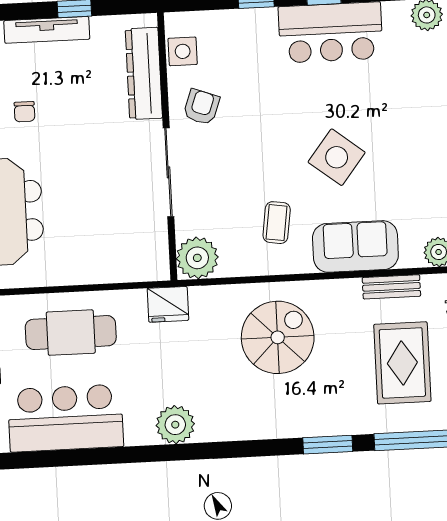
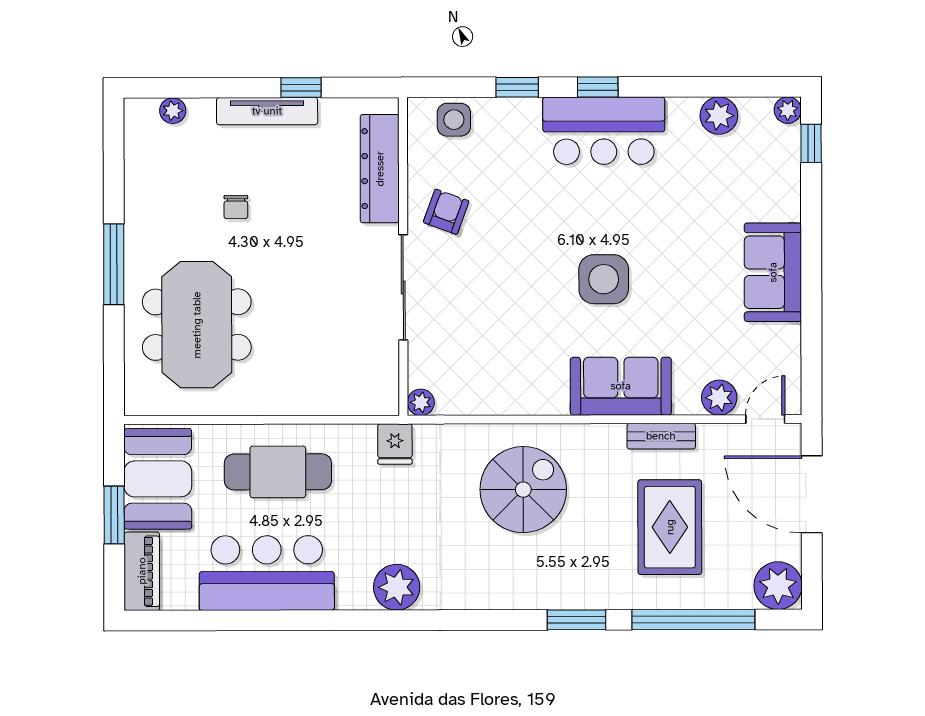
side table: (183, 51) -> (454, 120), moved
side table: (337, 157) -> (604, 279), turned -38
coffee table: (277, 223) -> (529, 353), removed
plant: (197, 258) -> (421, 402), width x0.53, depth x0.53
fridge: (168, 304) -> (395, 444), width x0.72

